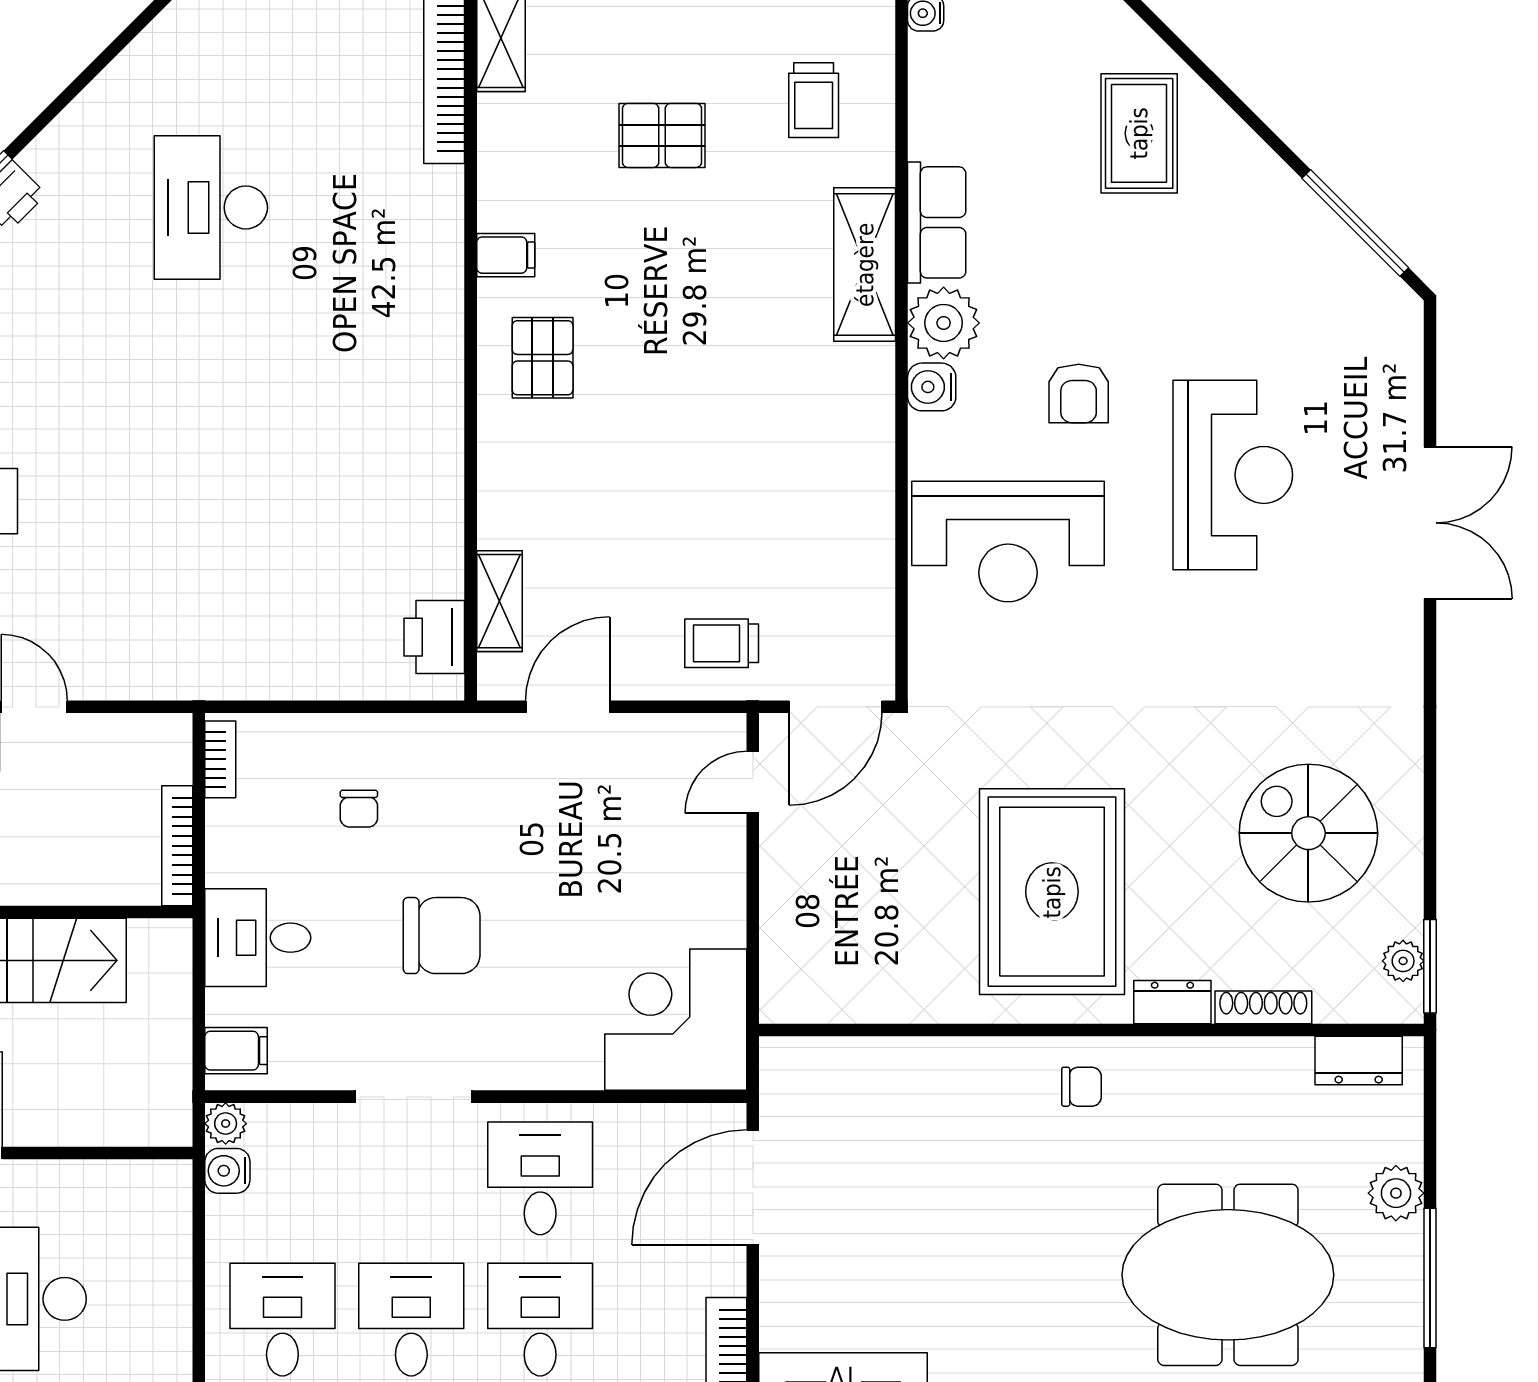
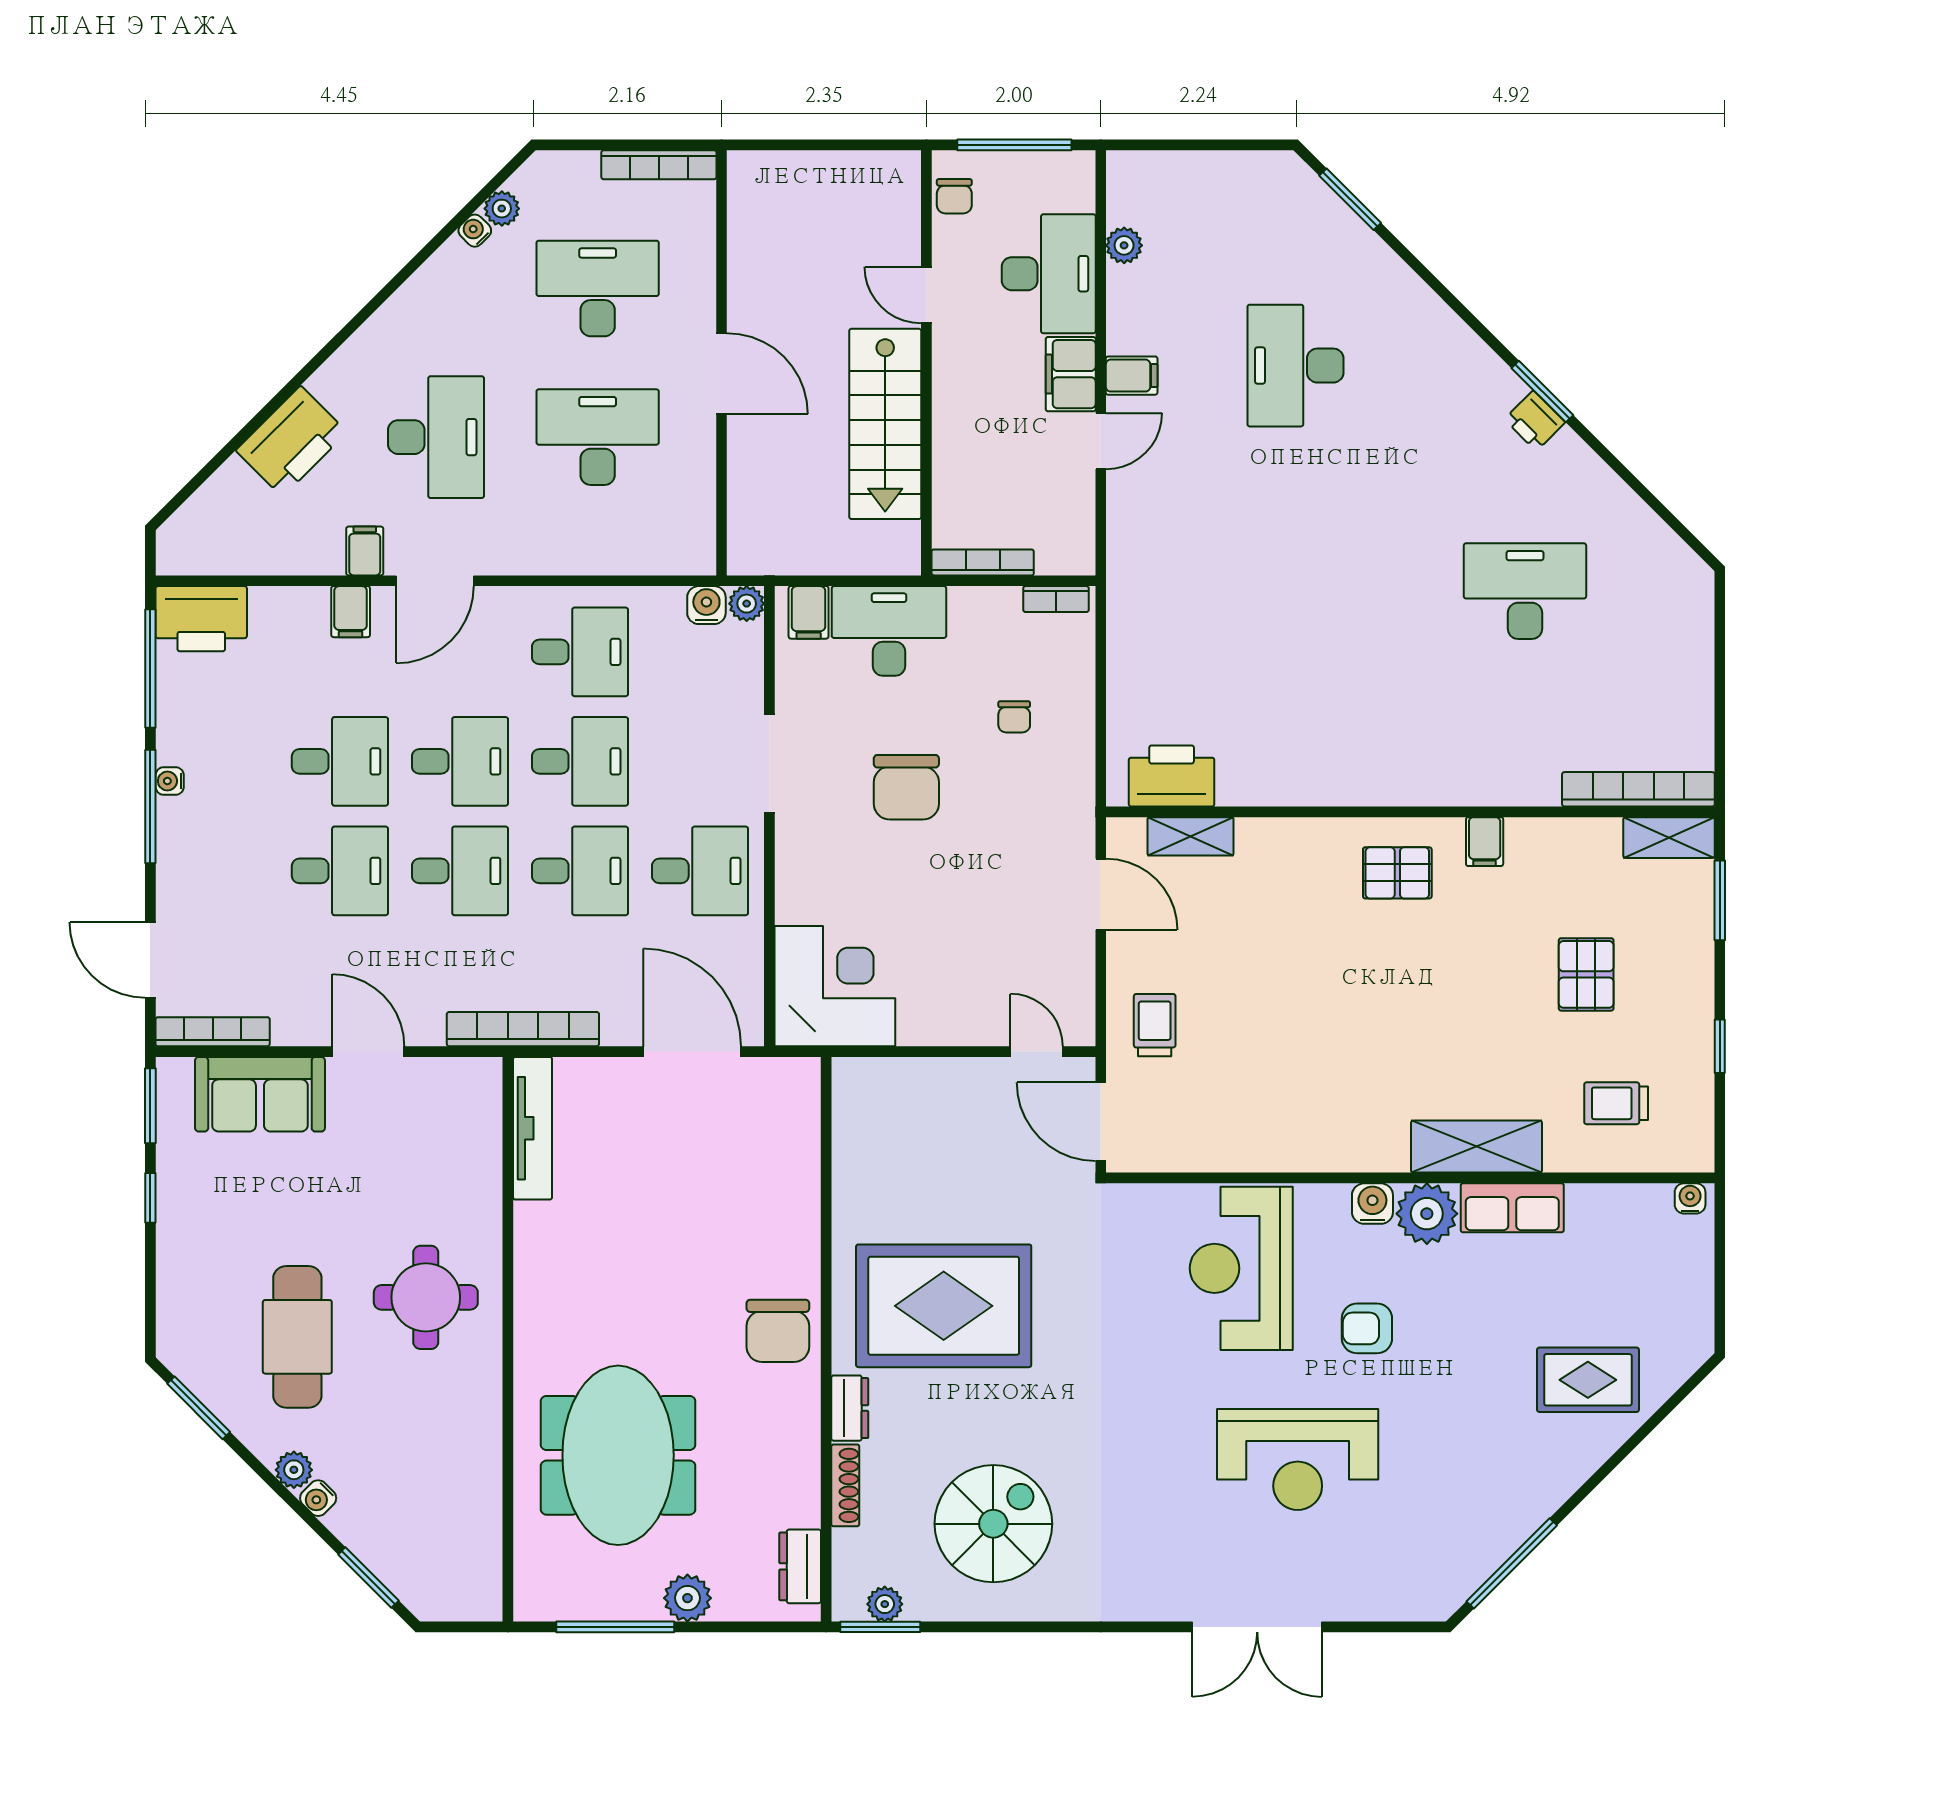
printer: (434, 637) -> (1172, 776), width x1.37, depth x1.19
chair: (359, 809) -> (1014, 717), turned -90
desk: (258, 938) -> (889, 631), width x1.37
chair: (1081, 1087) -> (778, 1331), width x1.87, depth x1.87

